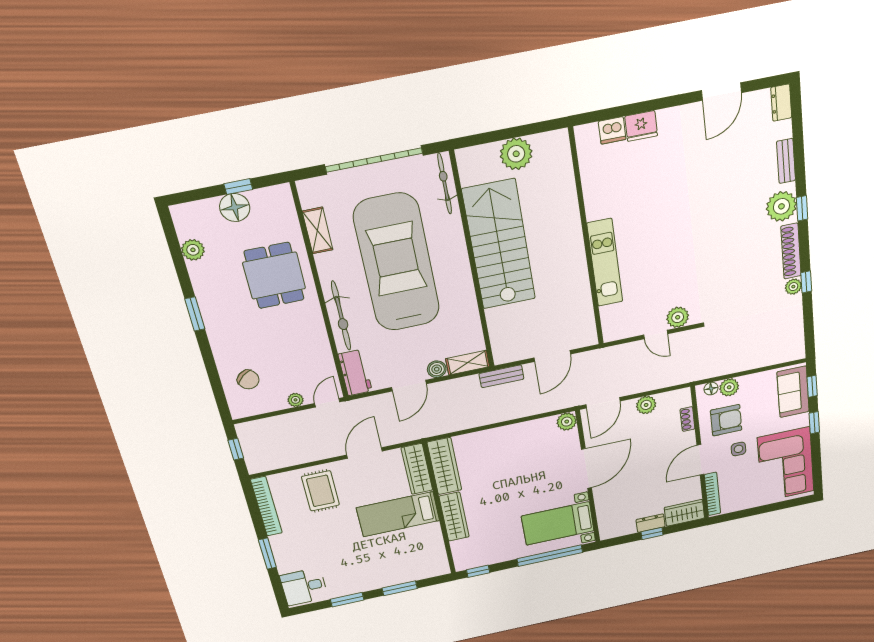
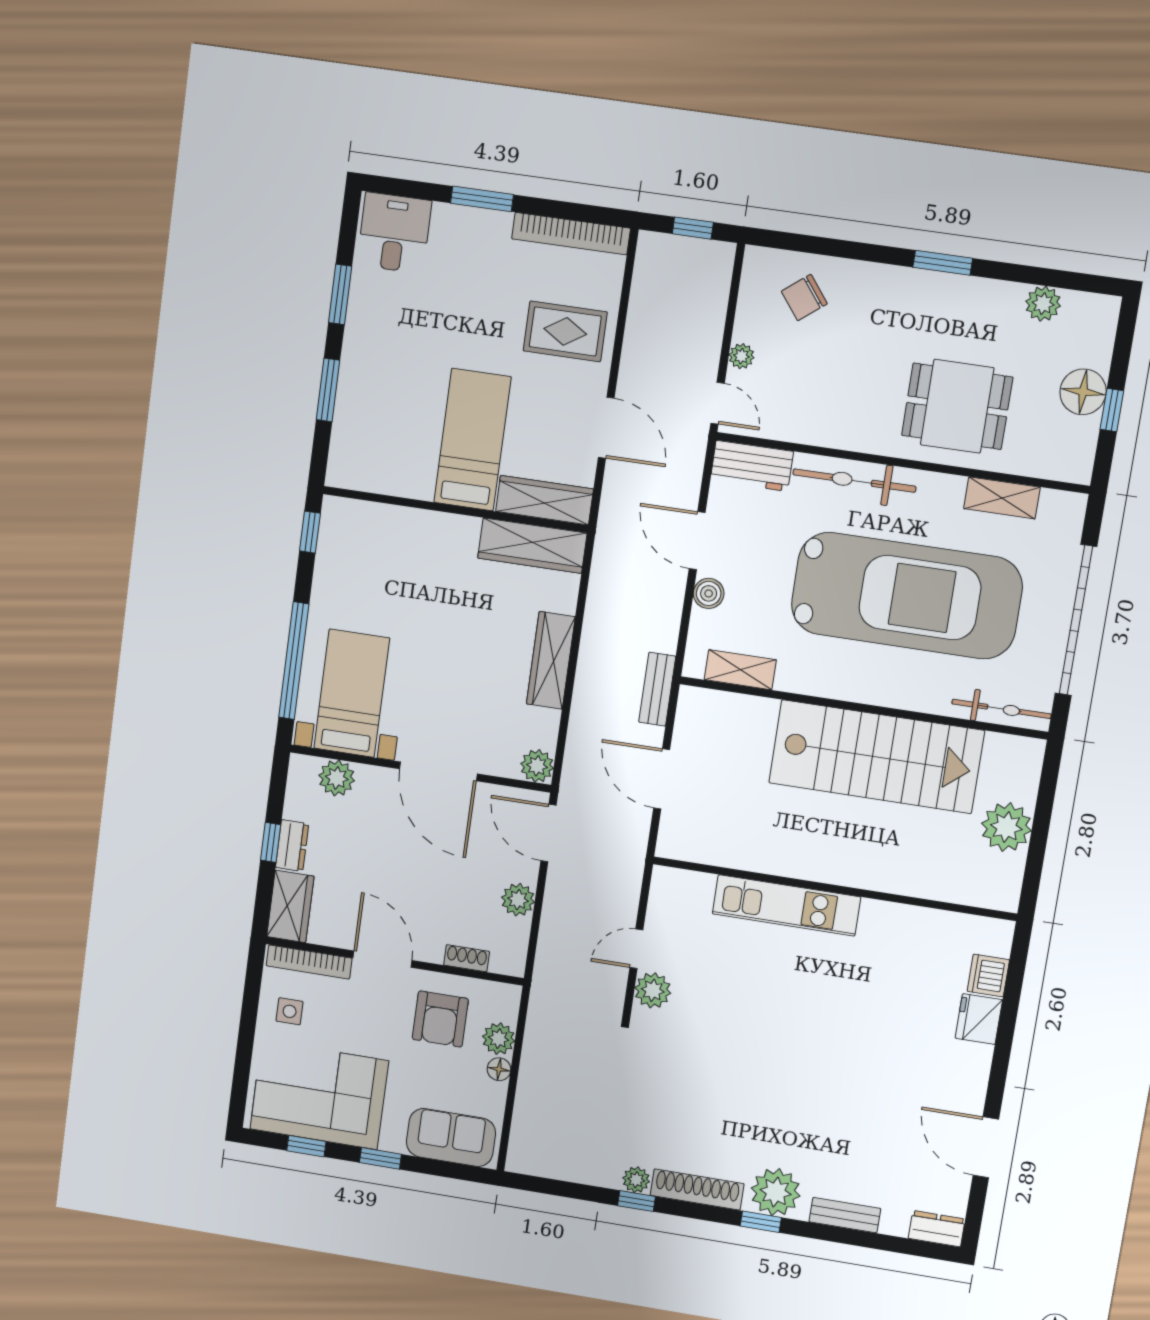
shelving: (468, 363) -> (740, 670), moved, turned 90
window: (812, 386) -> (306, 1146), moved
floor lamp: (711, 389) -> (499, 1069), moved
side table: (738, 449) -> (290, 1011), moved
plant: (607, 515) -> (337, 778), added
wardrobe: (454, 517) -> (551, 660), moved, turned 90

